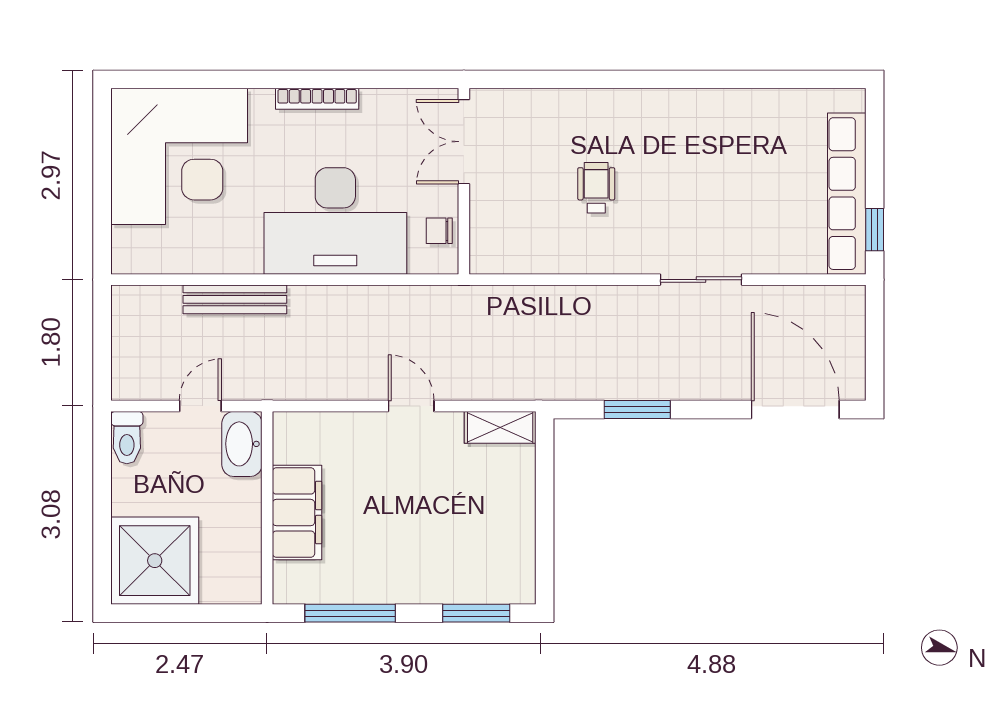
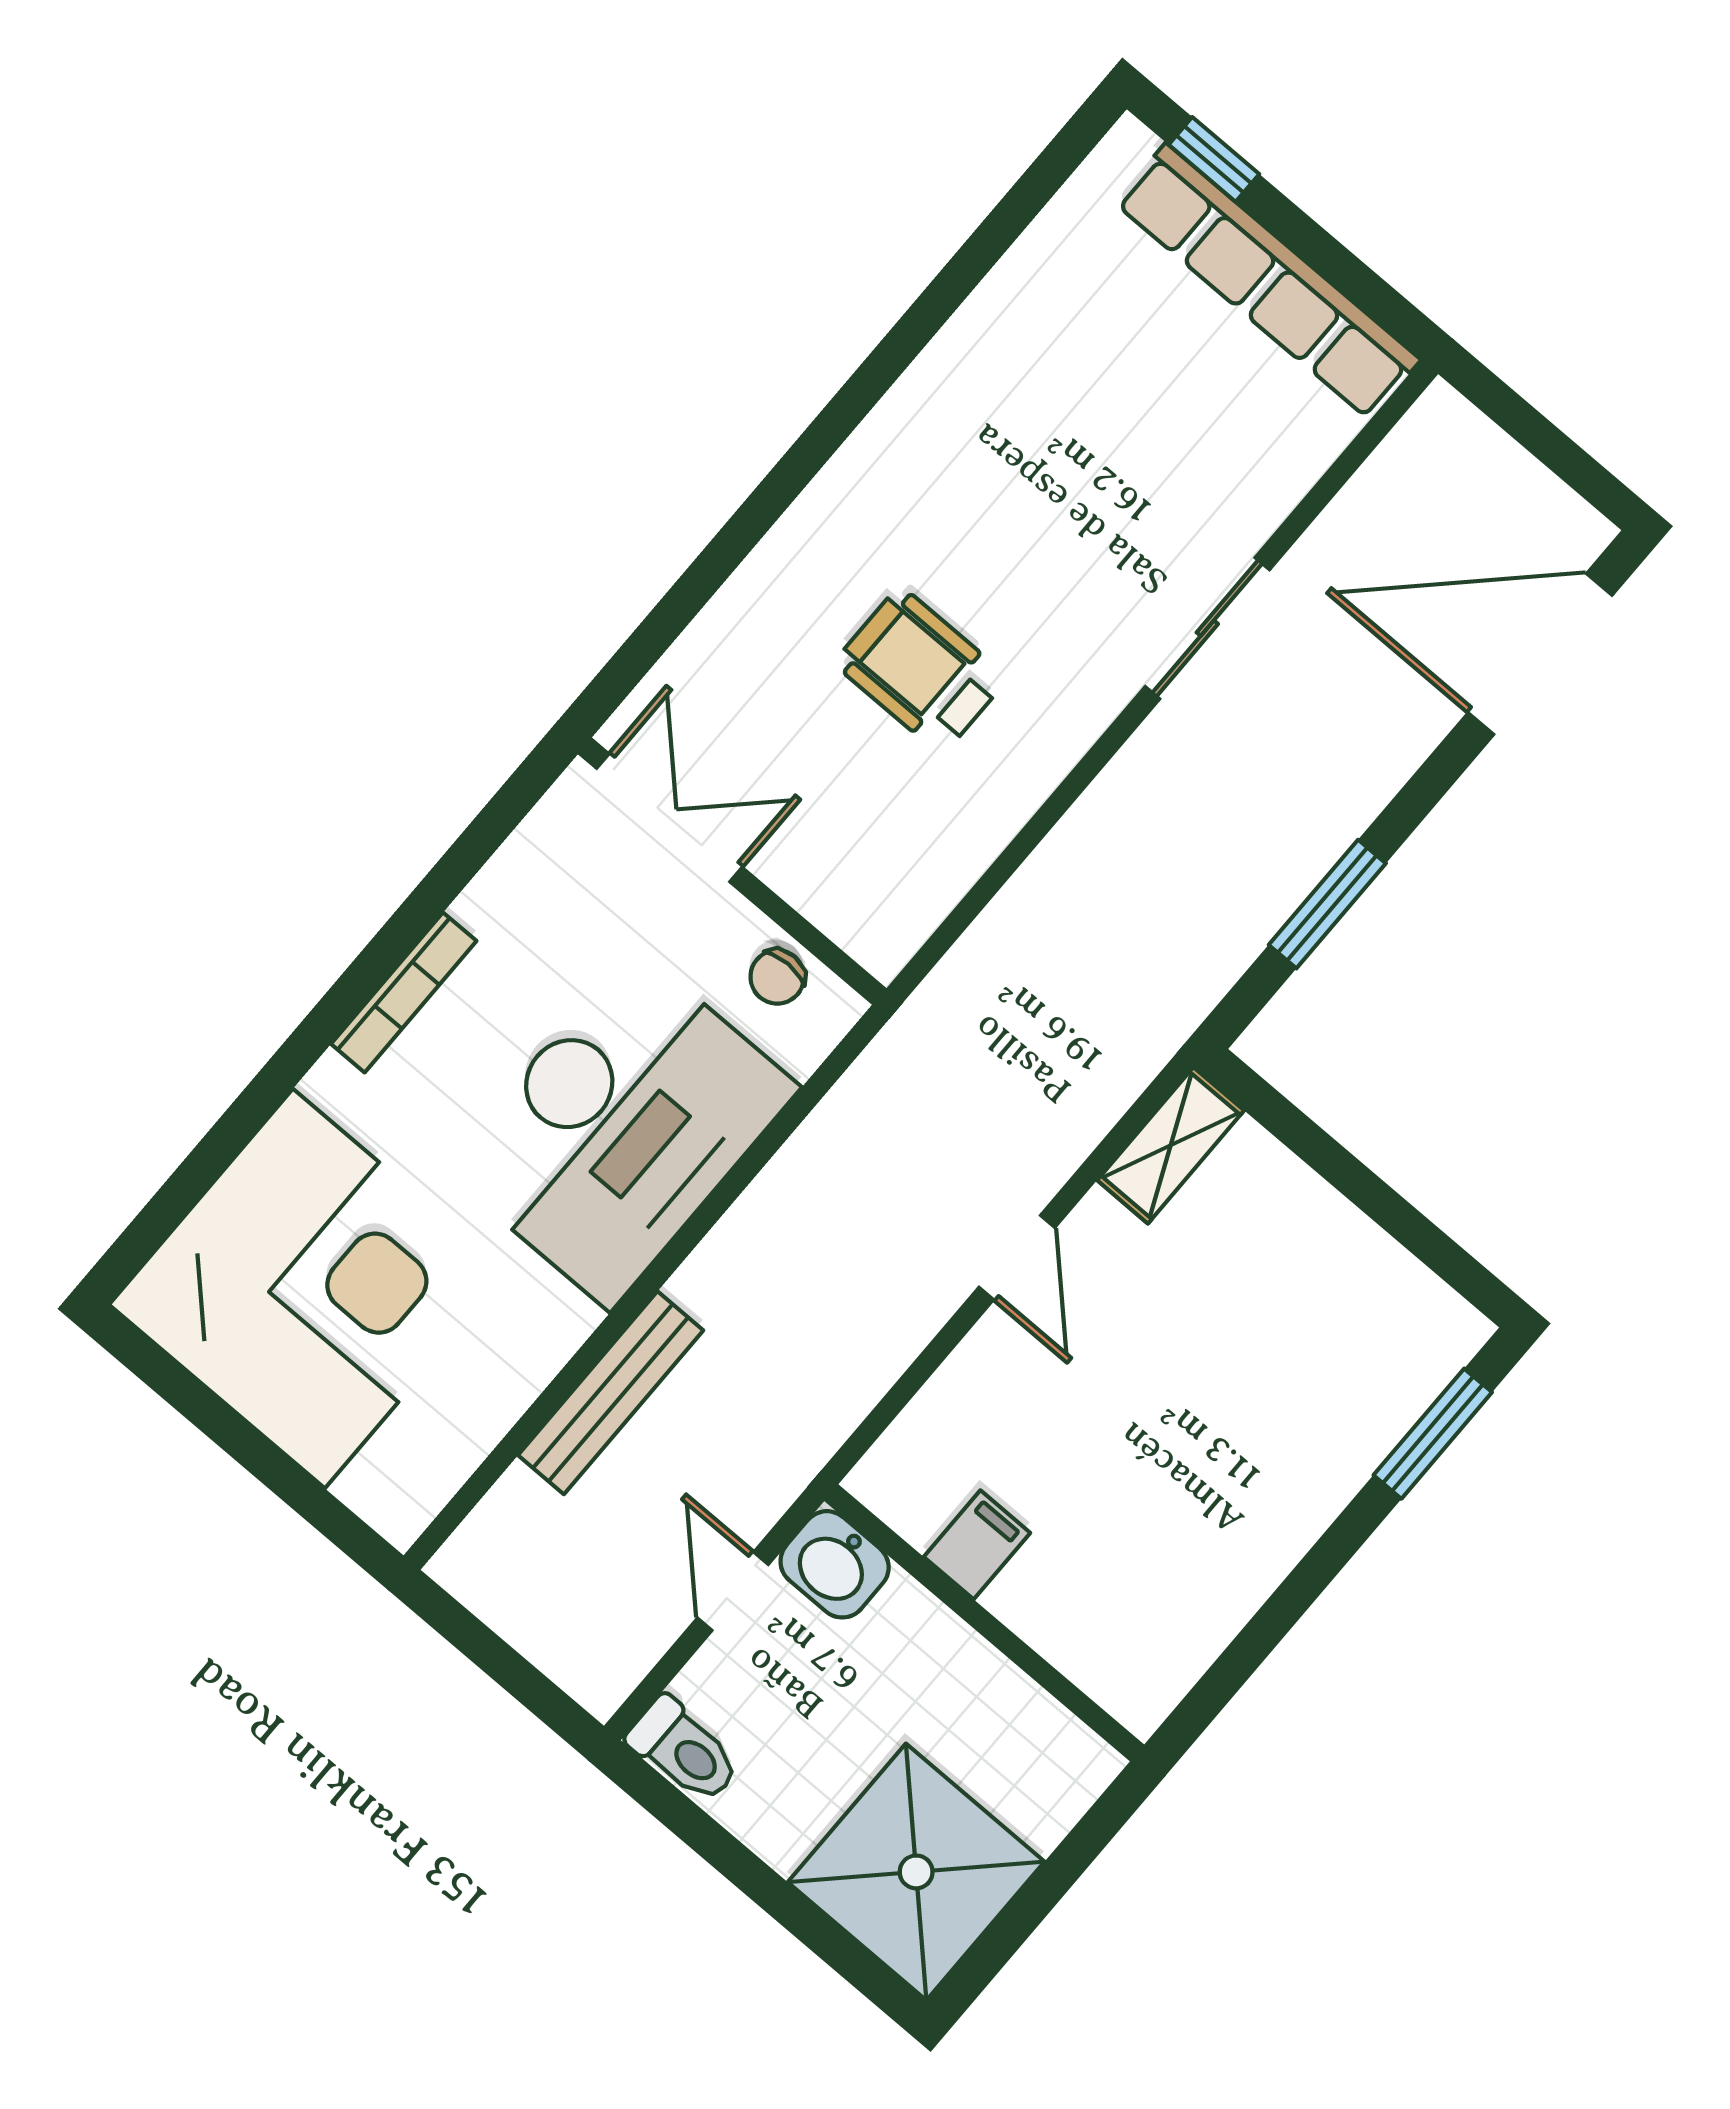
double door: (464, 142) -> (669, 818), swing flipped
wheelchair: (596, 188) -> (921, 670), width x1.36, depth x1.37
window: (875, 230) -> (1214, 159), moved
door: (411, 406) -> (1017, 1257), swing flipped
washbasin: (242, 444) -> (835, 1564), width x0.72
filing cabinet: (297, 513) -> (977, 1545), width x0.33, depth x0.86
window: (350, 613) -> (1263, 1633), removed

